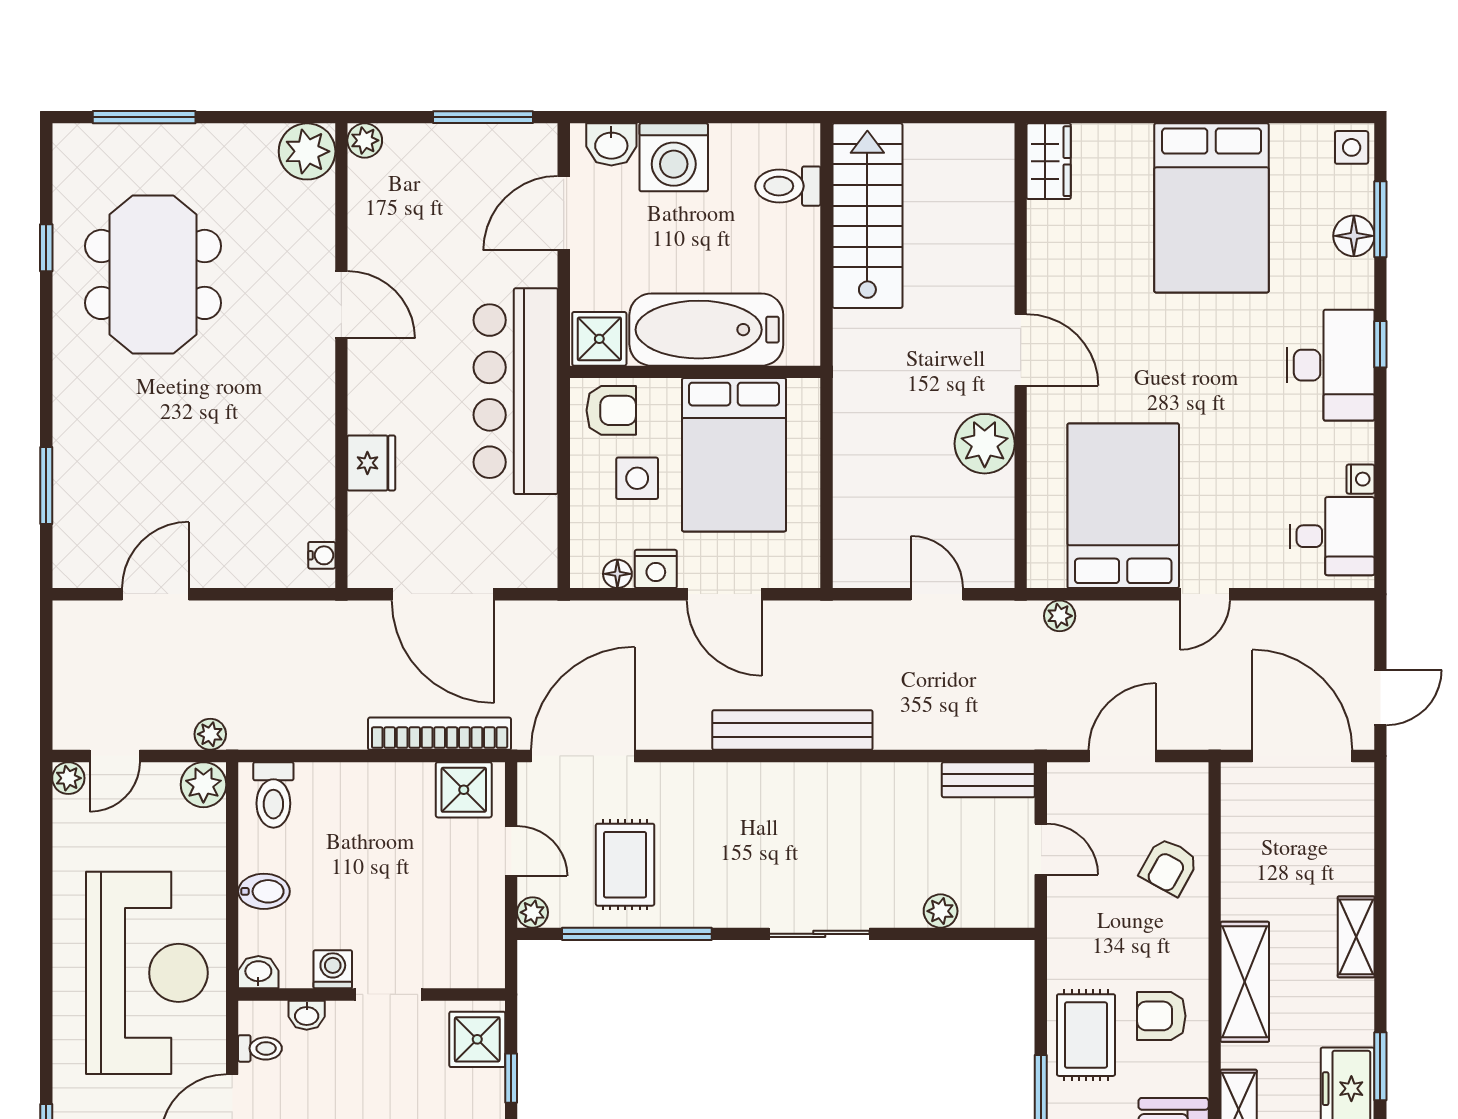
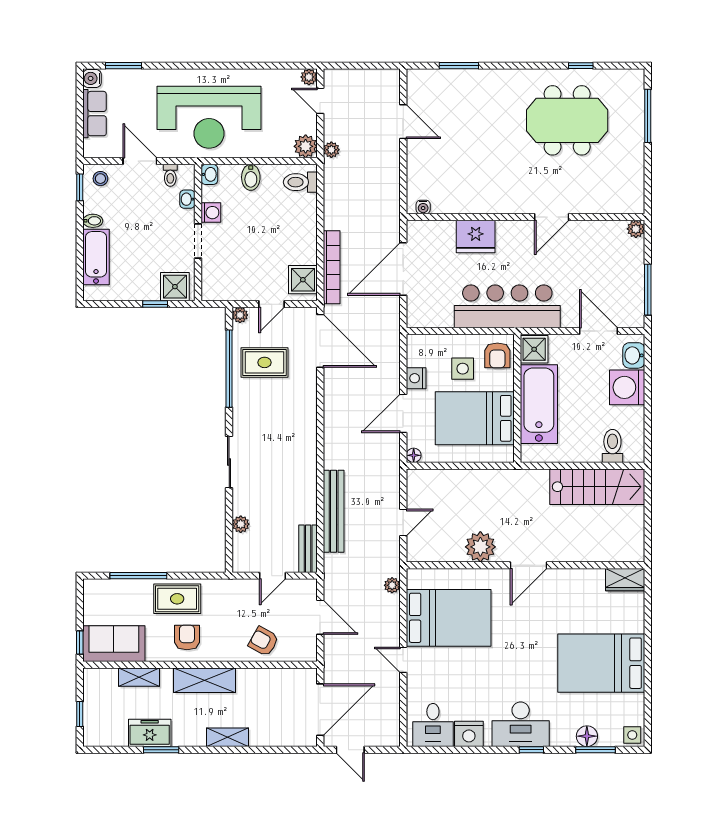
plant: (307, 151) -> (630, 199), removed
fridge: (371, 463) -> (476, 236), width x1.36, depth x1.34
nightstand: (1361, 479) -> (469, 734), width x1.89, depth x1.79
floor lamp: (617, 574) -> (414, 455), moved
bench: (792, 730) -> (334, 511), moved

